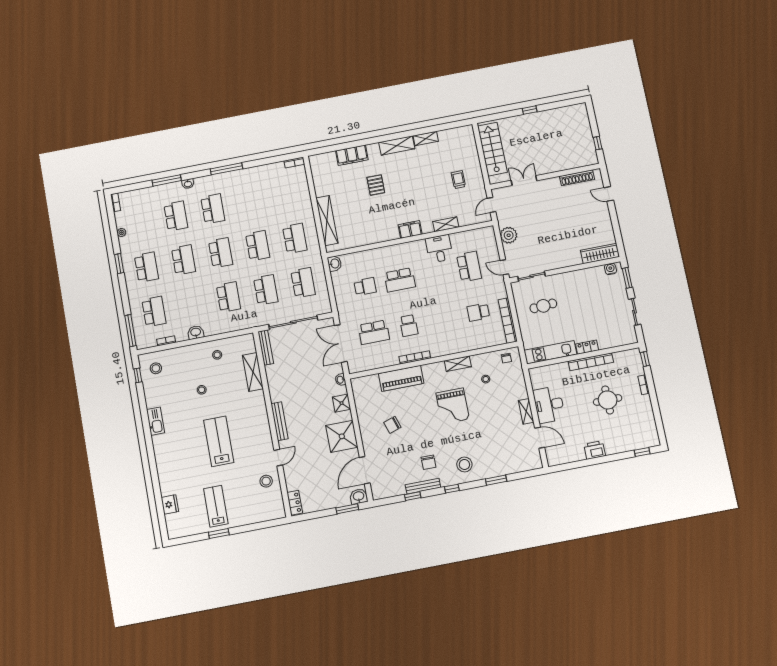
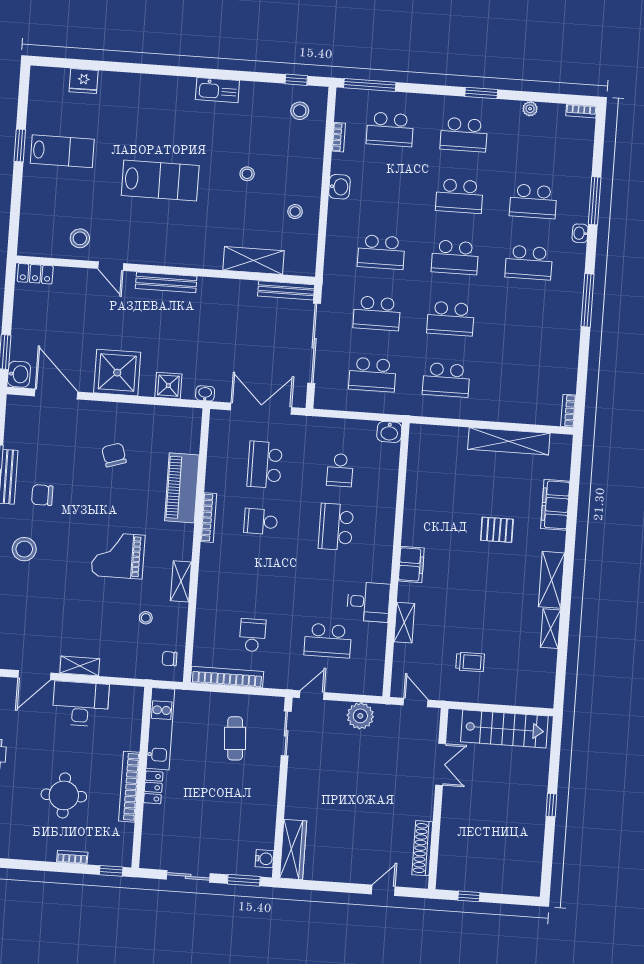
shelving: (327, 220) -> (509, 441), moved

